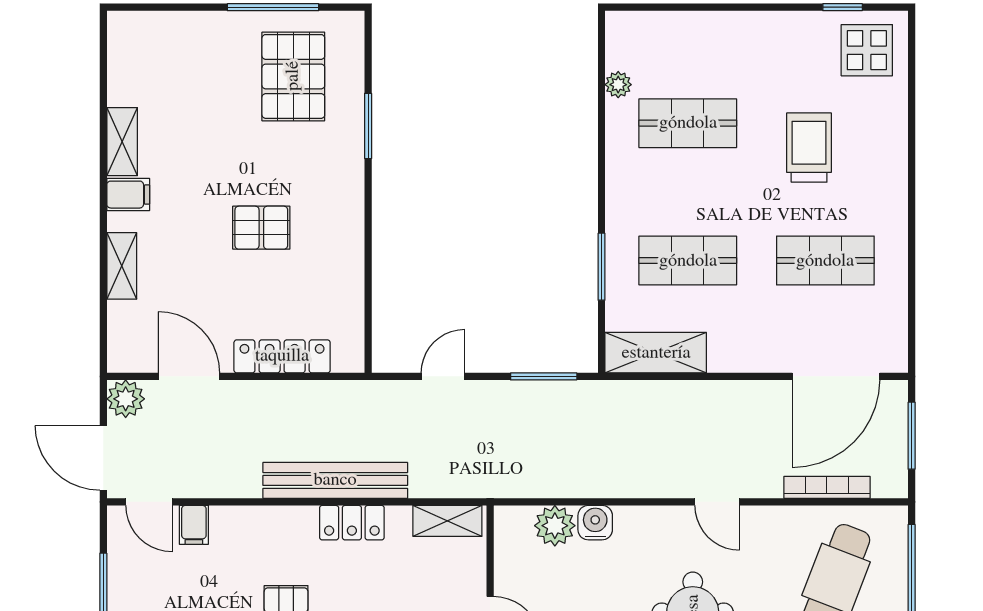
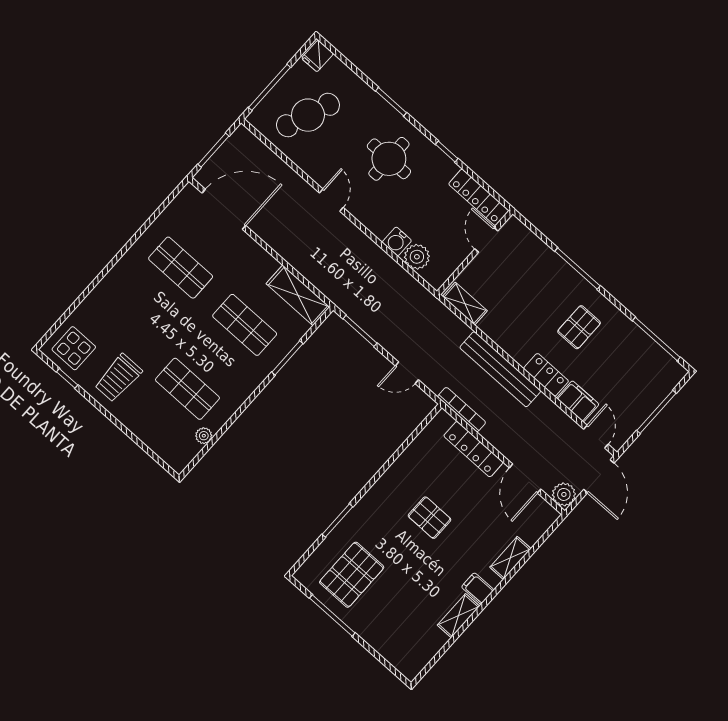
trolley: (809, 148) -> (118, 378), moved
bookcase: (827, 487) -> (462, 410), moved, turned 180
locker: (352, 523) -> (546, 375), moved
filing cabinet: (194, 525) -> (578, 401), width x2.00

